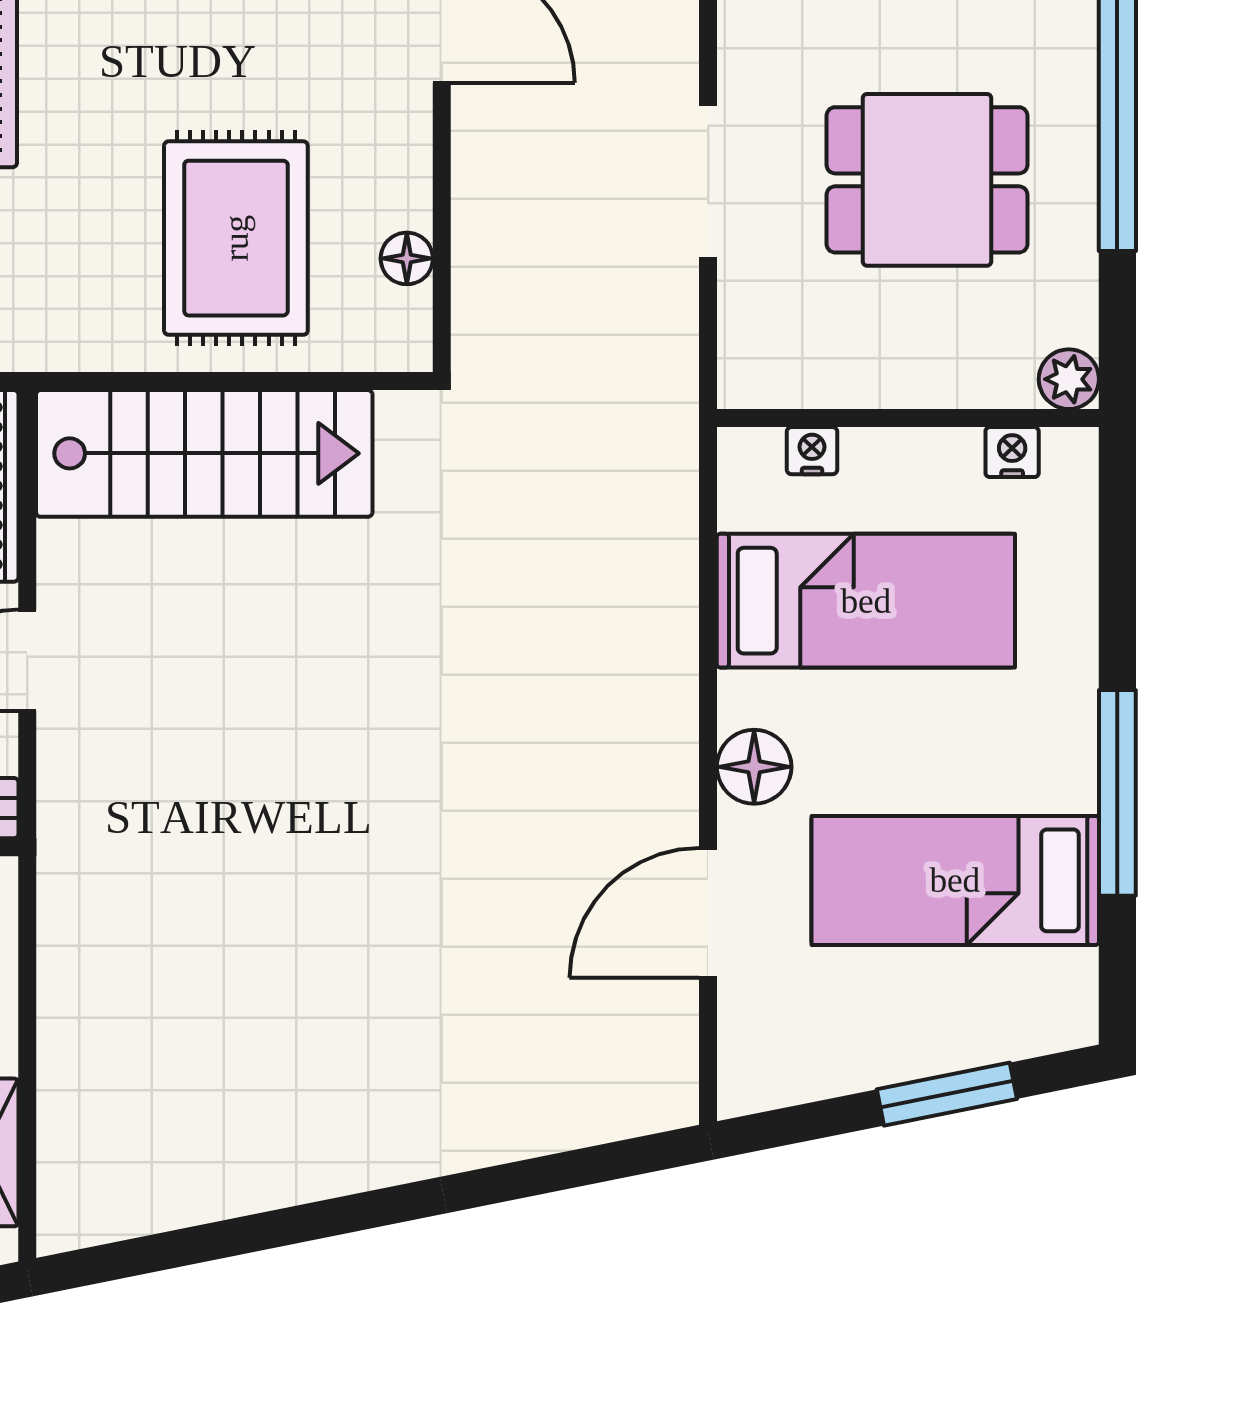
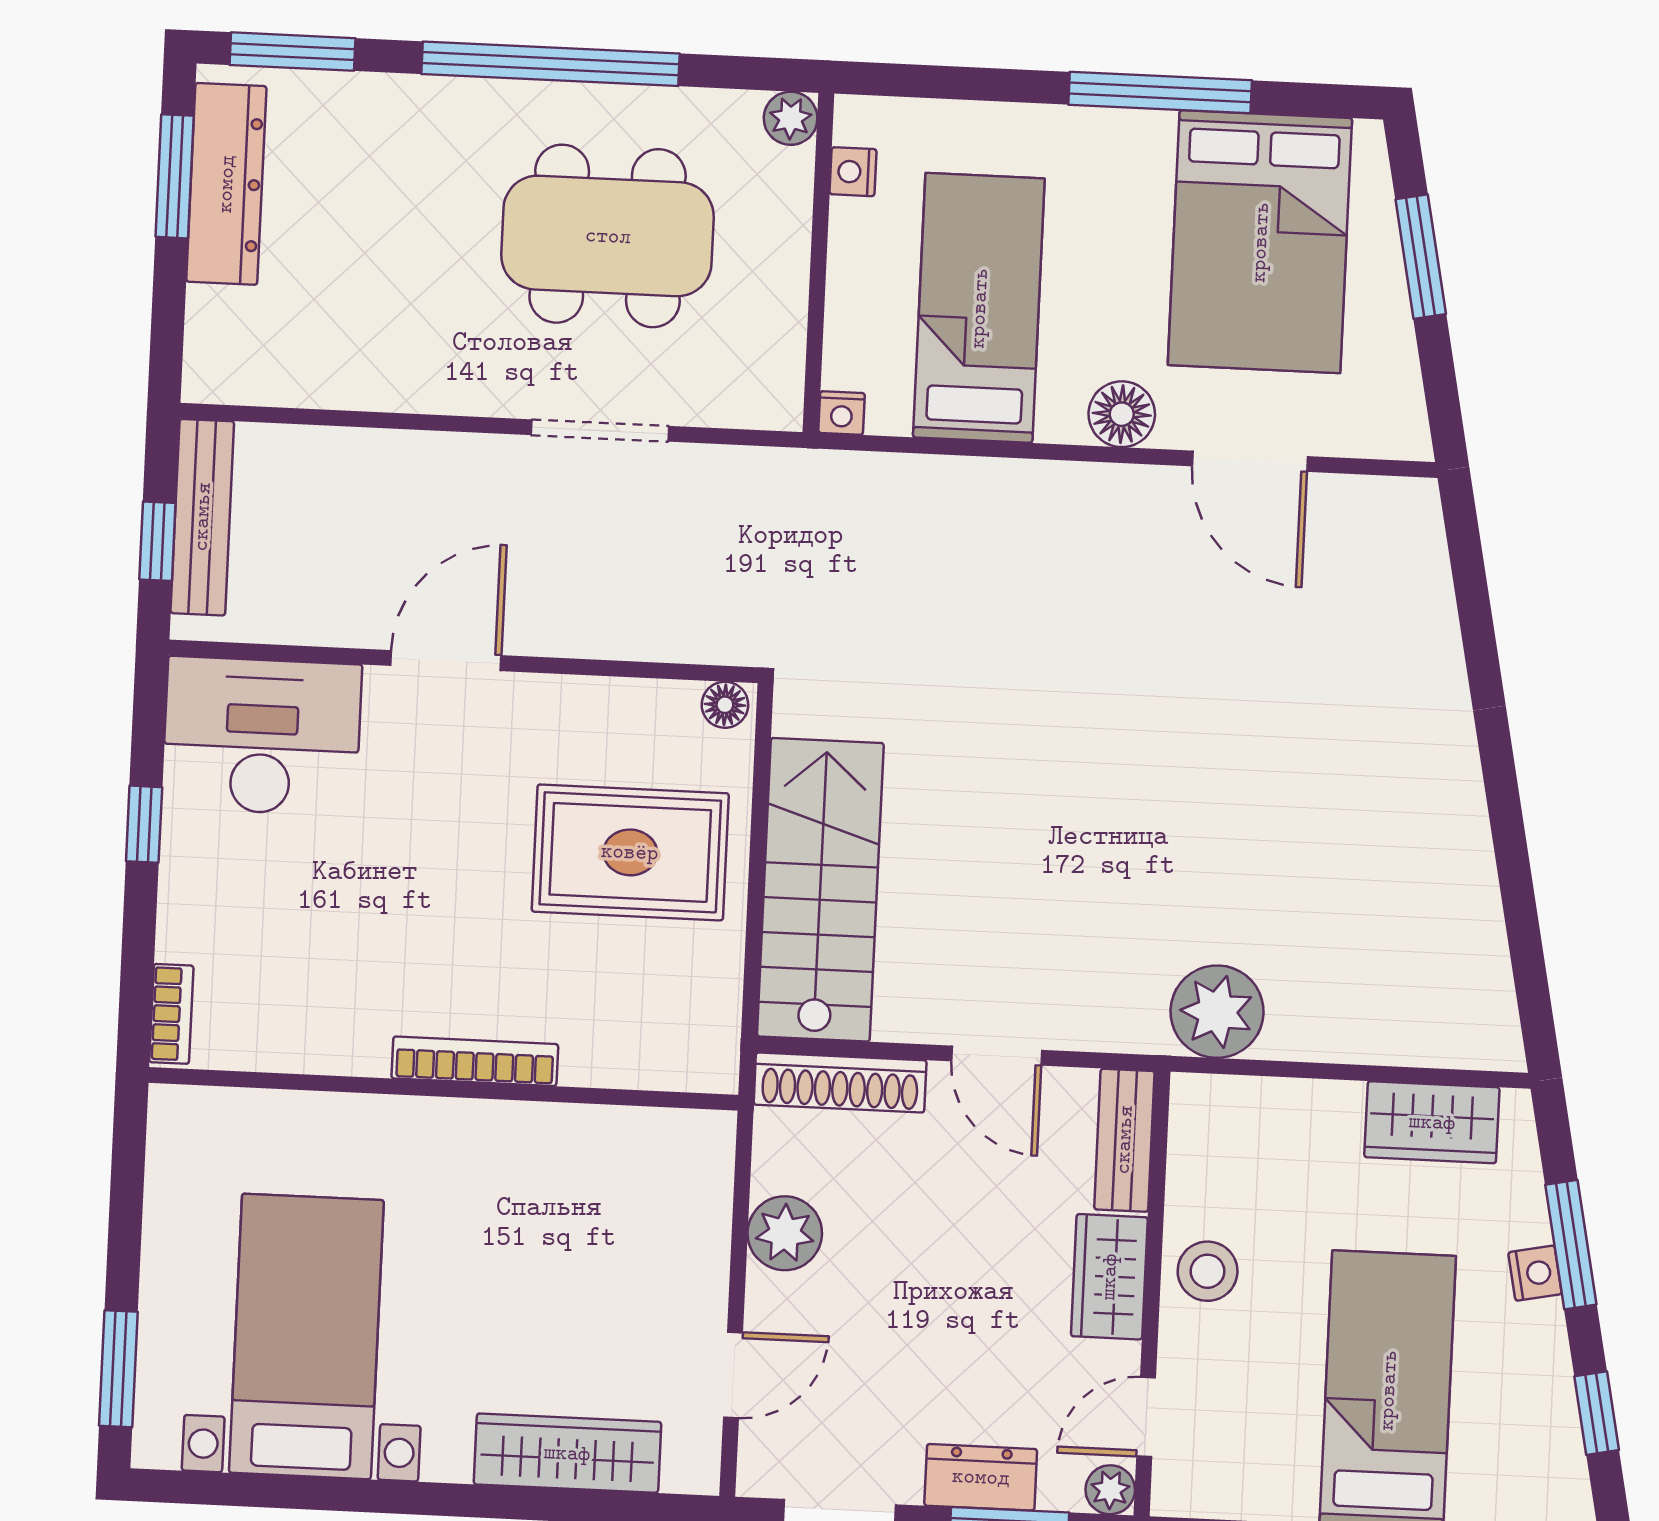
dining table: (927, 180) -> (608, 236), width x1.37
floor lamp: (407, 258) -> (725, 705), moved
nightstand: (812, 451) -> (842, 413), moved, turned -90
bed: (955, 880) -> (1260, 242), width x1.50
plant: (88, 905) -> (1217, 1012), added

